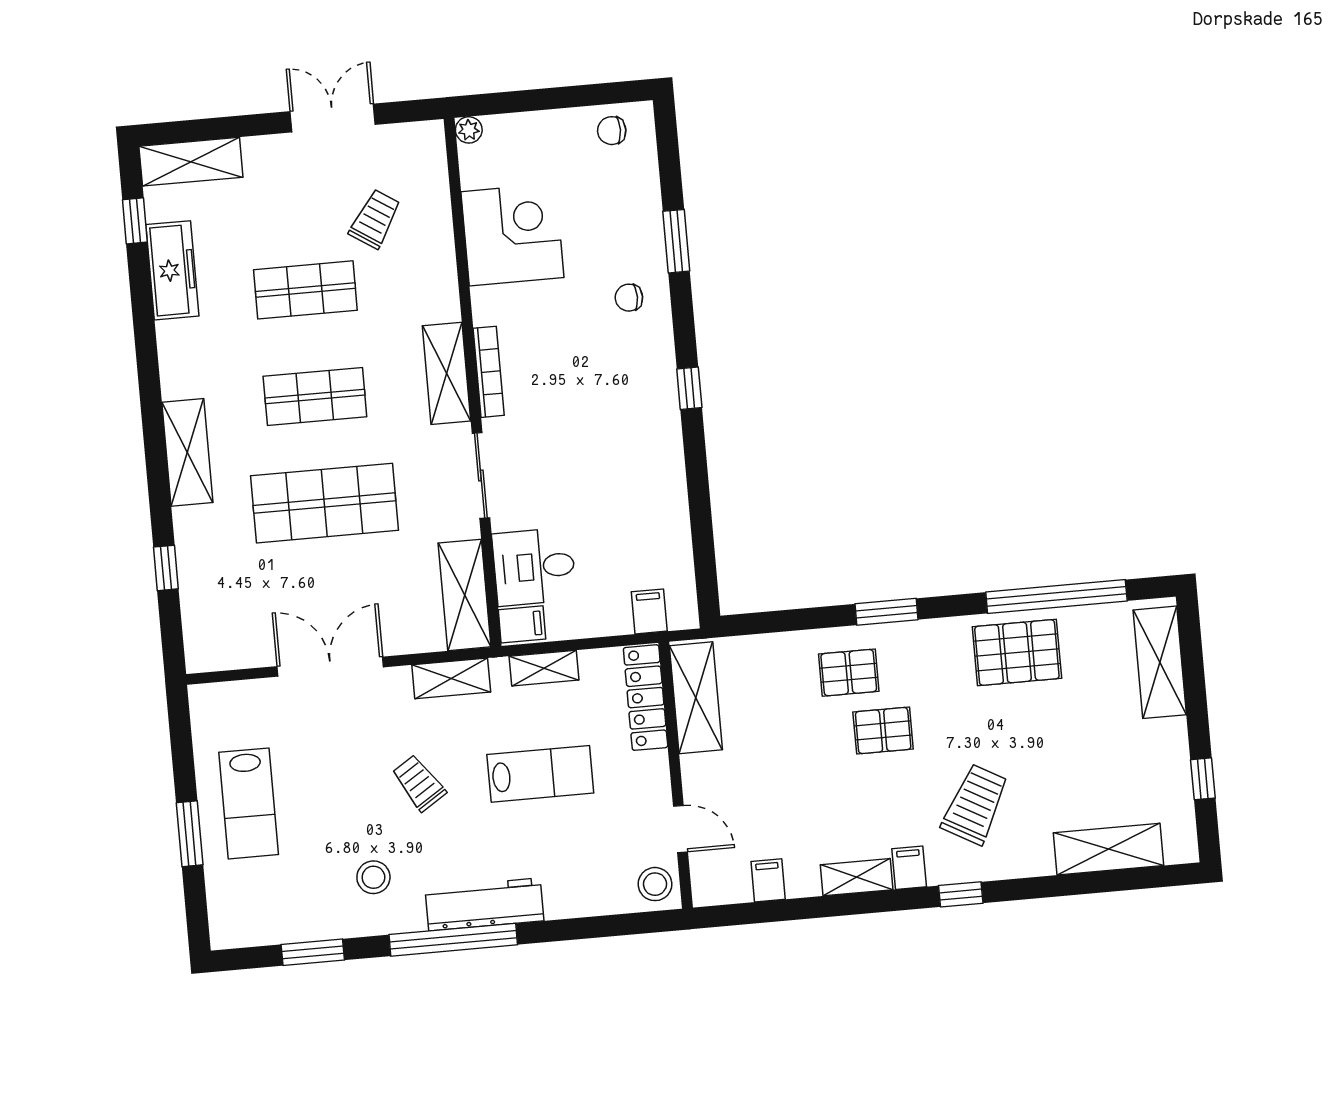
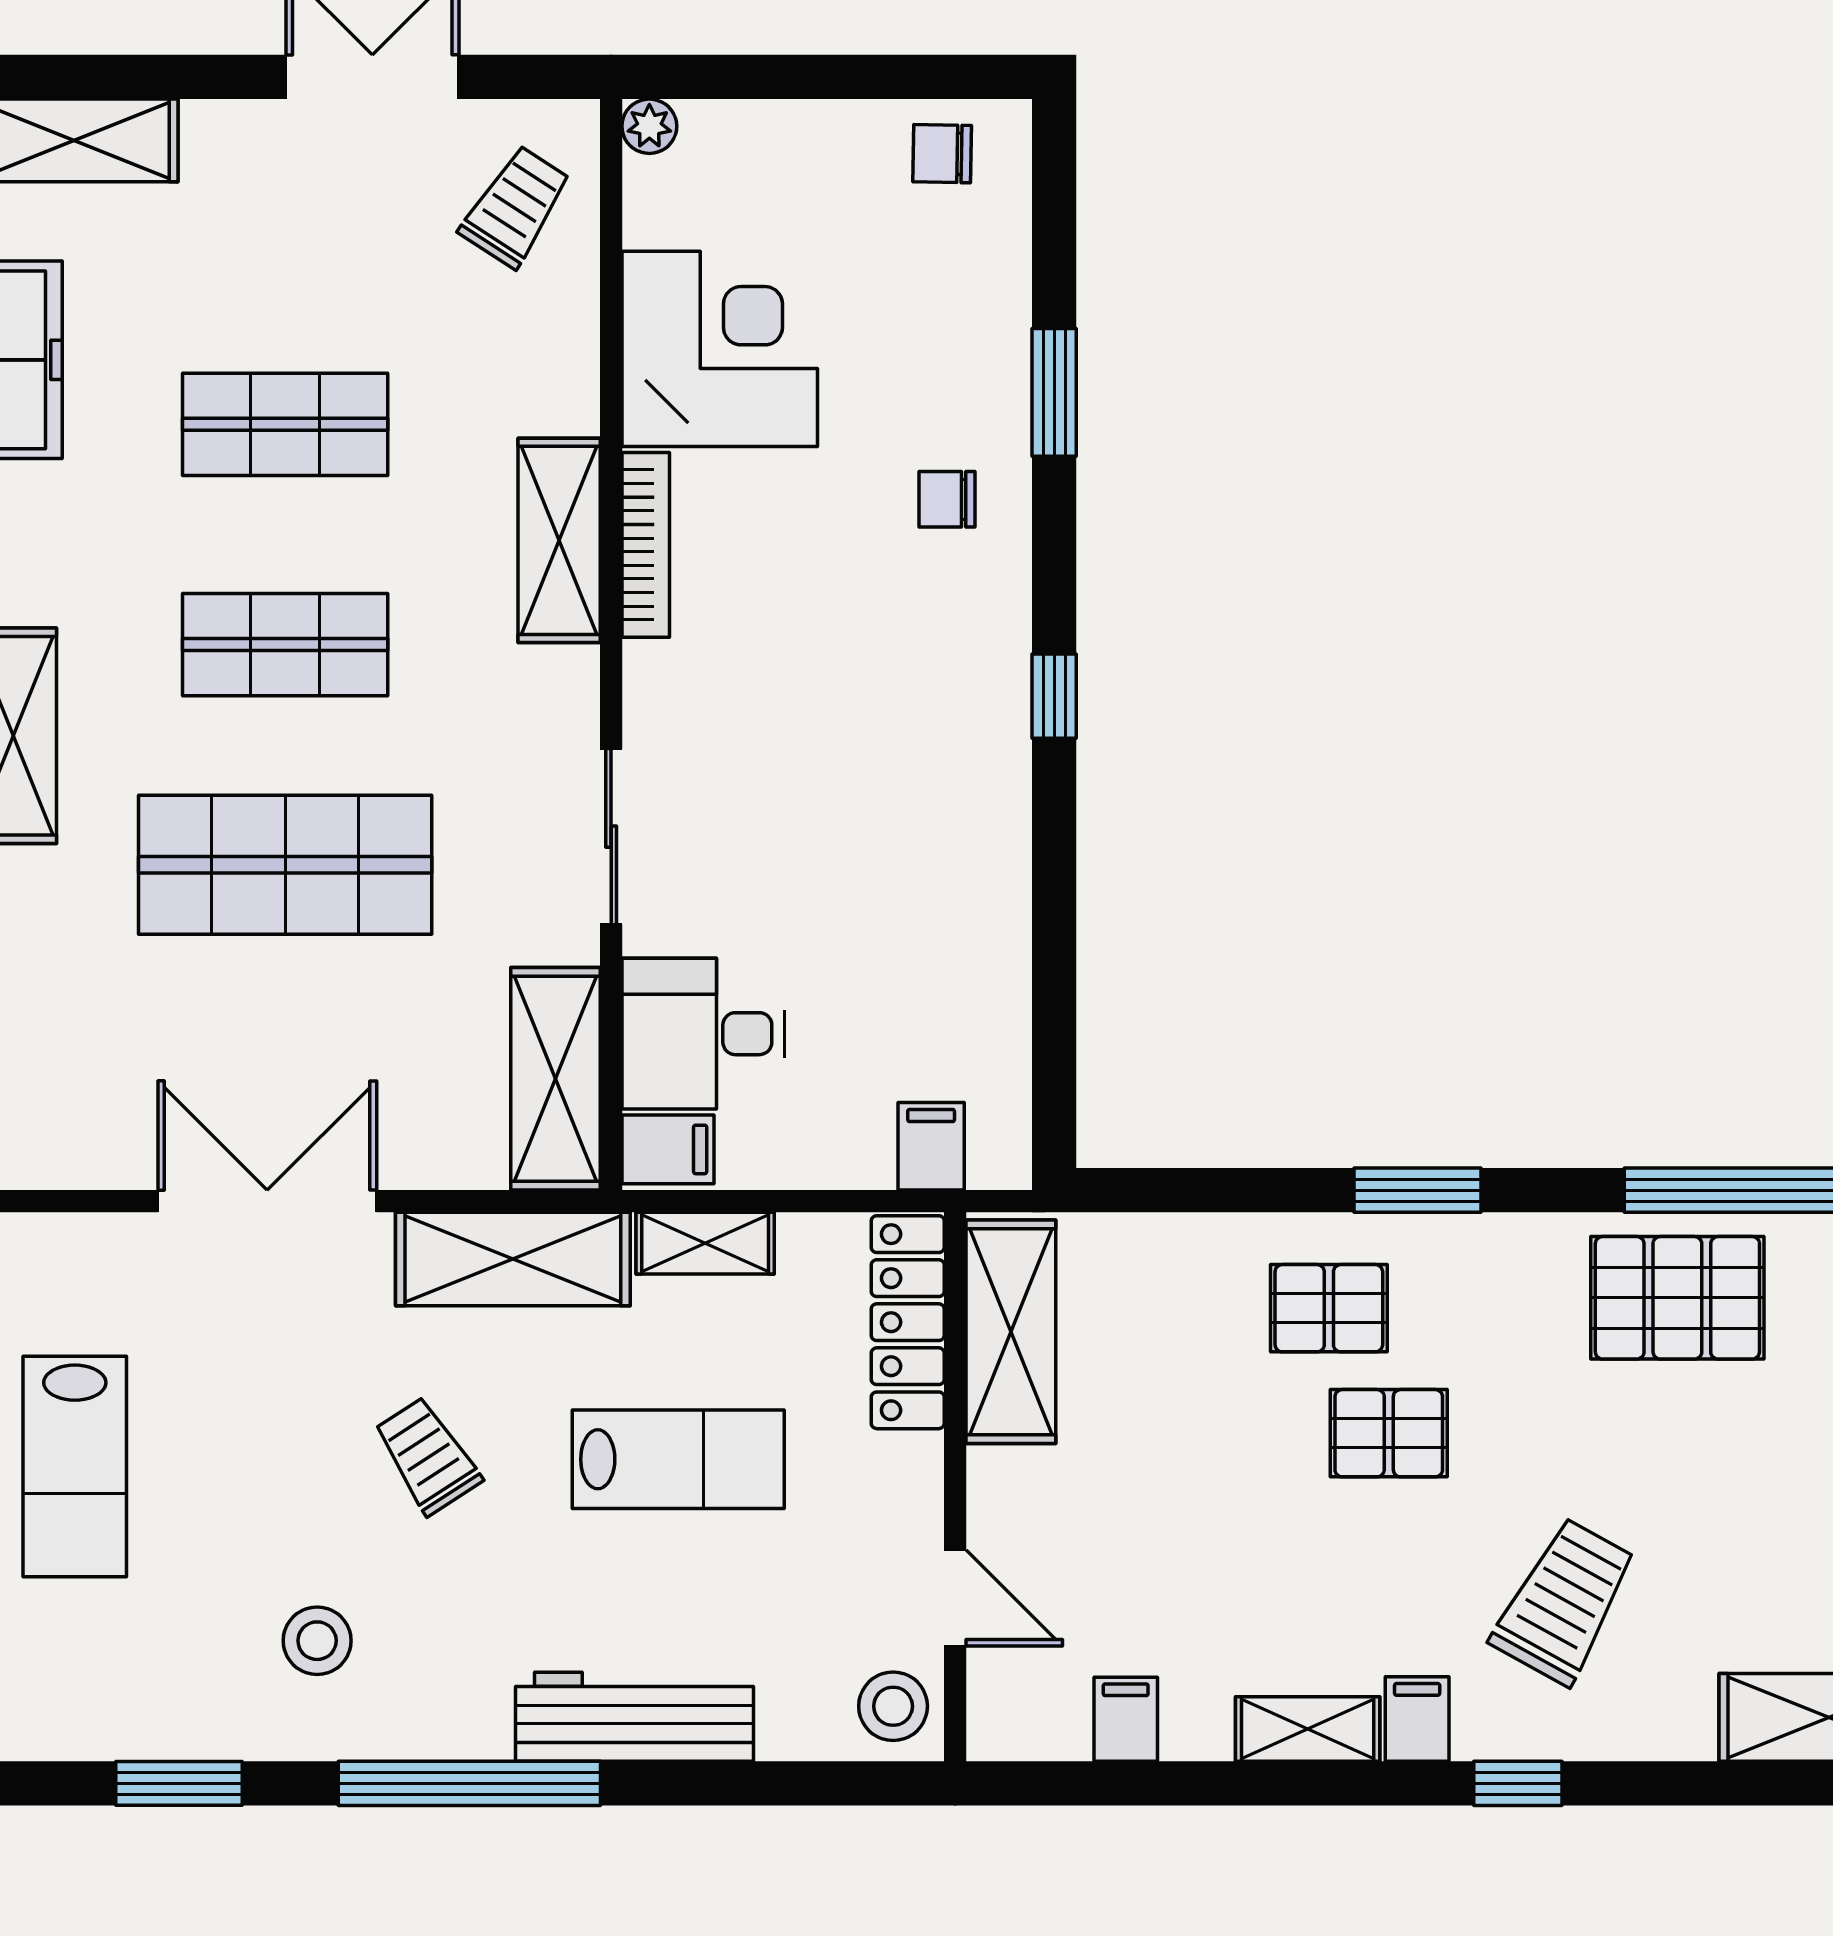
trolley: (375, 219) -> (516, 207), moved
bookcase: (489, 372) -> (646, 545), moved
shelving: (447, 373) -> (559, 540), moved
shelving: (451, 678) -> (513, 1259), width x1.50, depth x1.33
workbench: (484, 904) -> (634, 1717), moved

